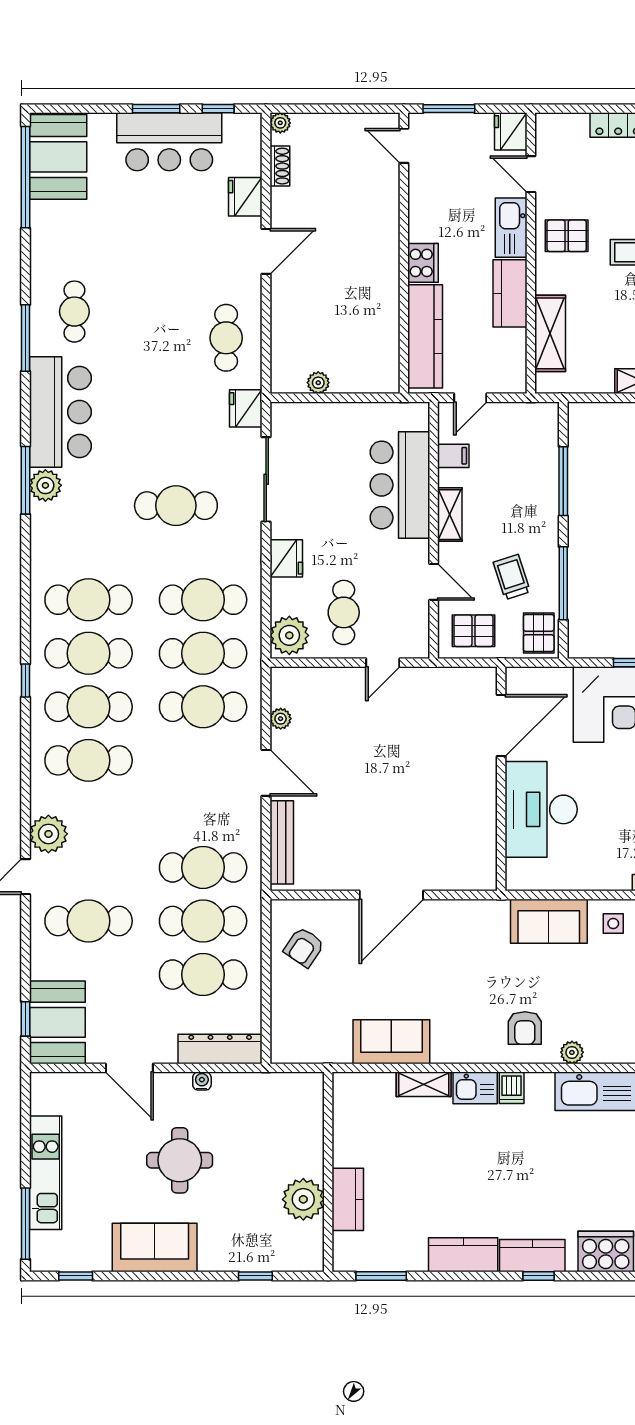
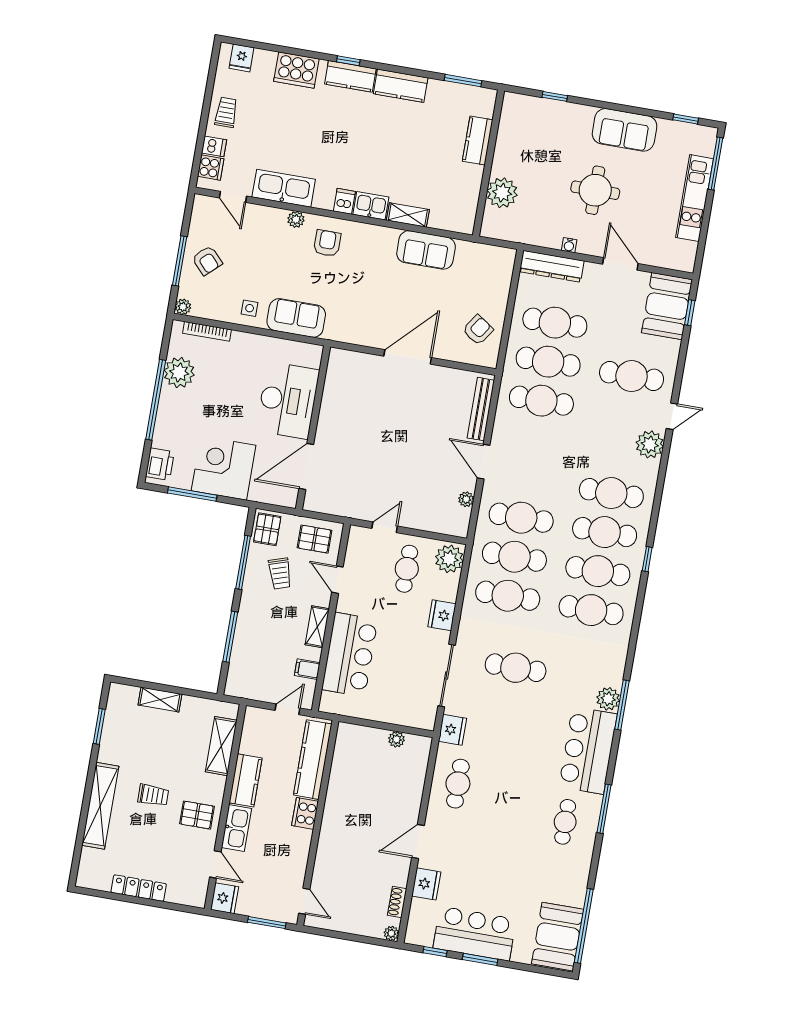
plant: (303, 1199) -> (502, 193), moved

